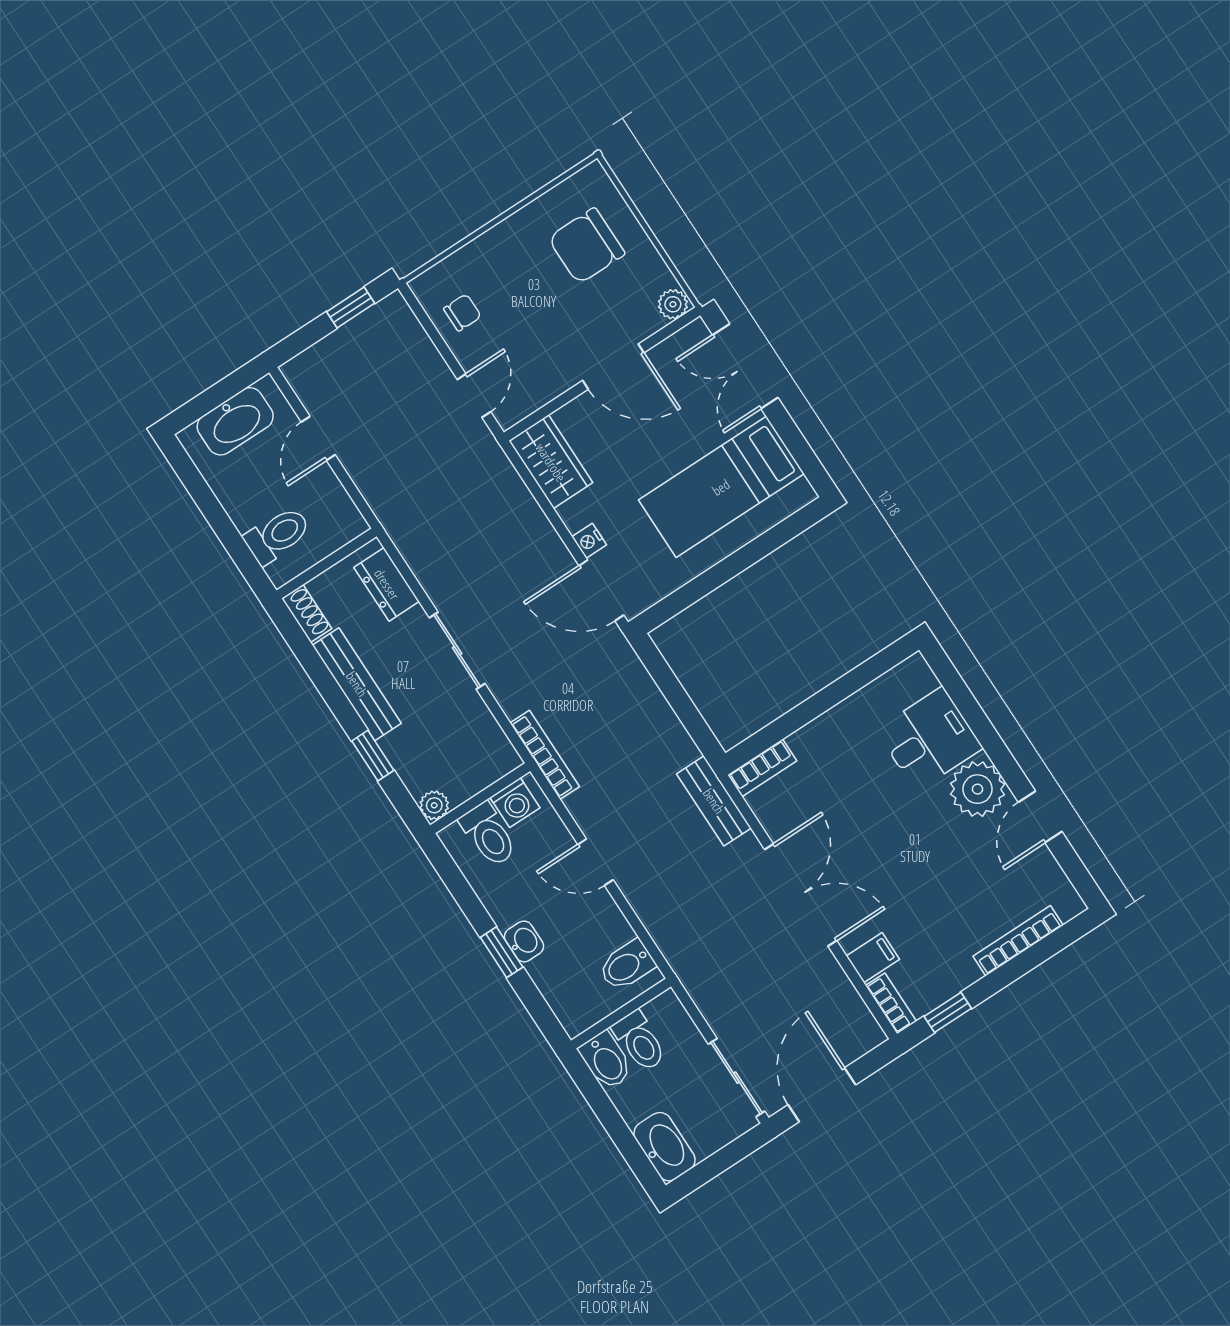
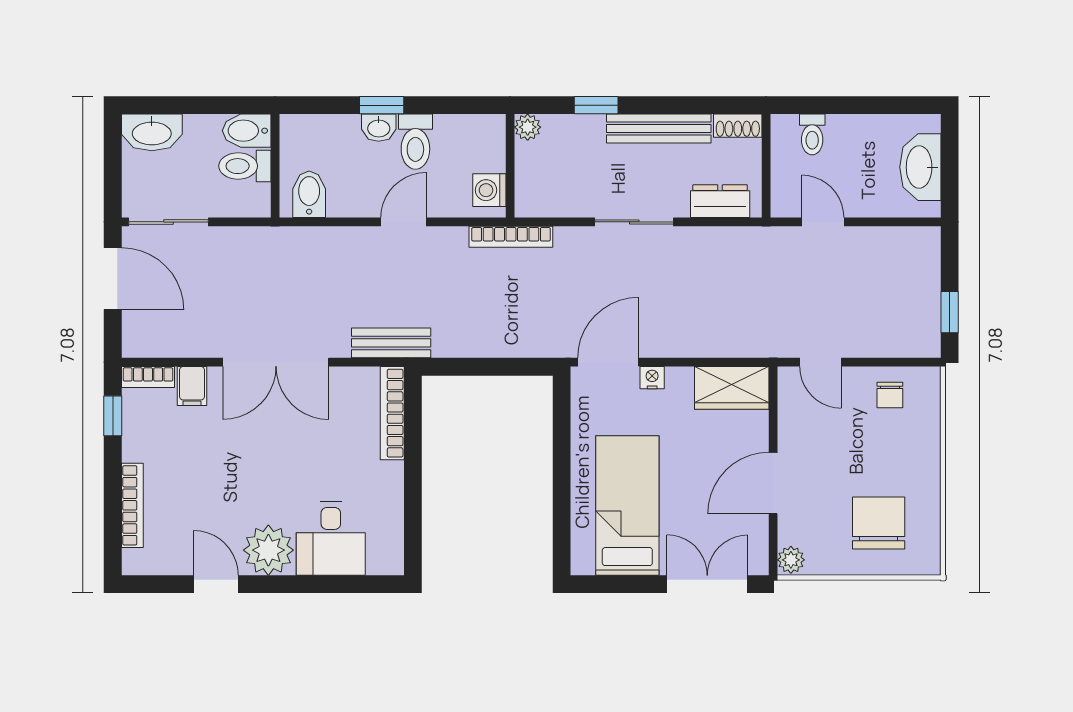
door: (318, 438) -> (823, 222), moved
toilet: (277, 535) -> (812, 134), width x0.73, depth x0.72
bookcase: (762, 768) -> (392, 413), width x1.56
toilet: (488, 834) -> (415, 142), moved, turned -90

